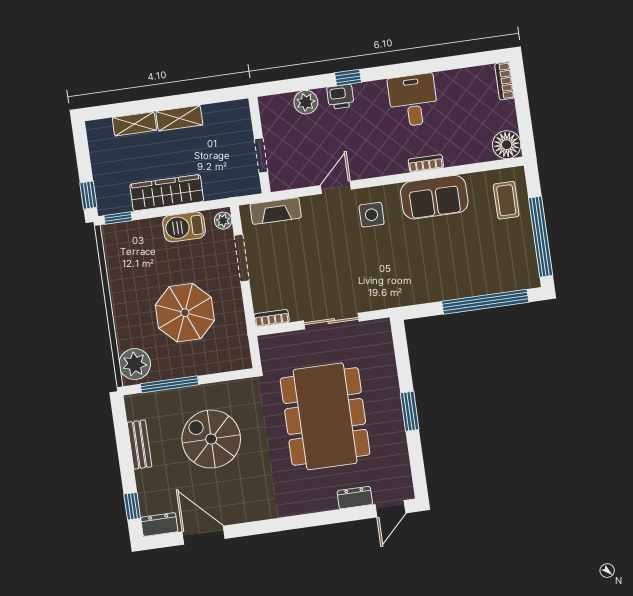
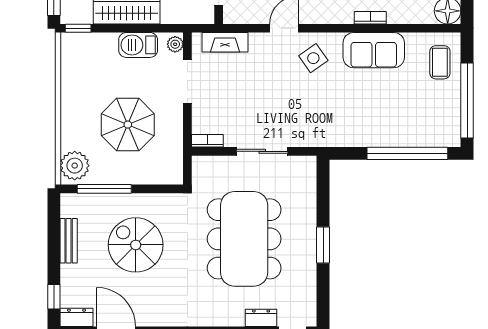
side table: (372, 215) -> (313, 58), turned -35

